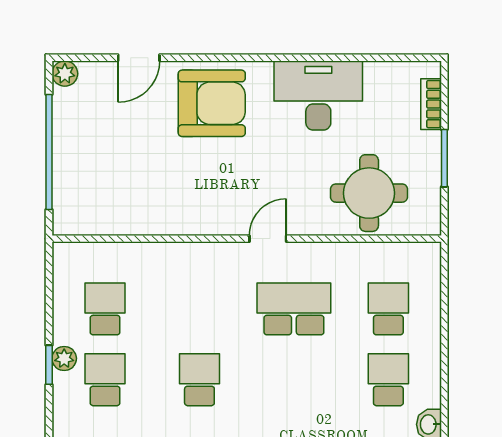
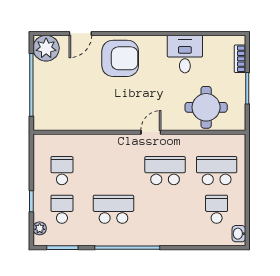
plant: (65, 74) -> (46, 48), width x1.88, depth x1.88
desk: (318, 96) -> (185, 54), width x0.73
school desk: (388, 309) -> (217, 171), width x1.85
plant: (64, 358) -> (40, 228), moved
school desk: (199, 380) -> (113, 209), width x1.85

